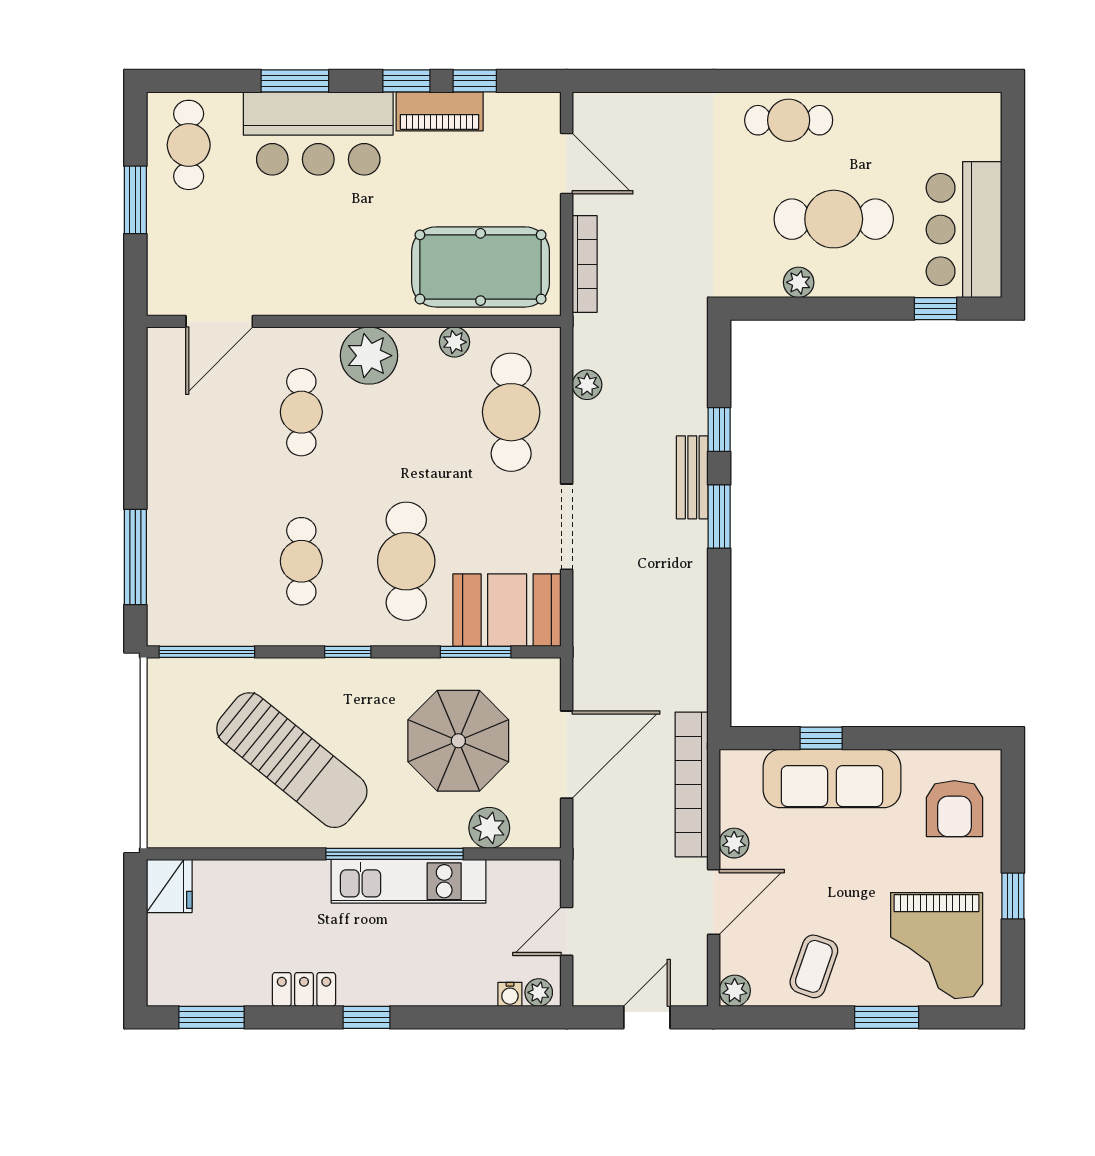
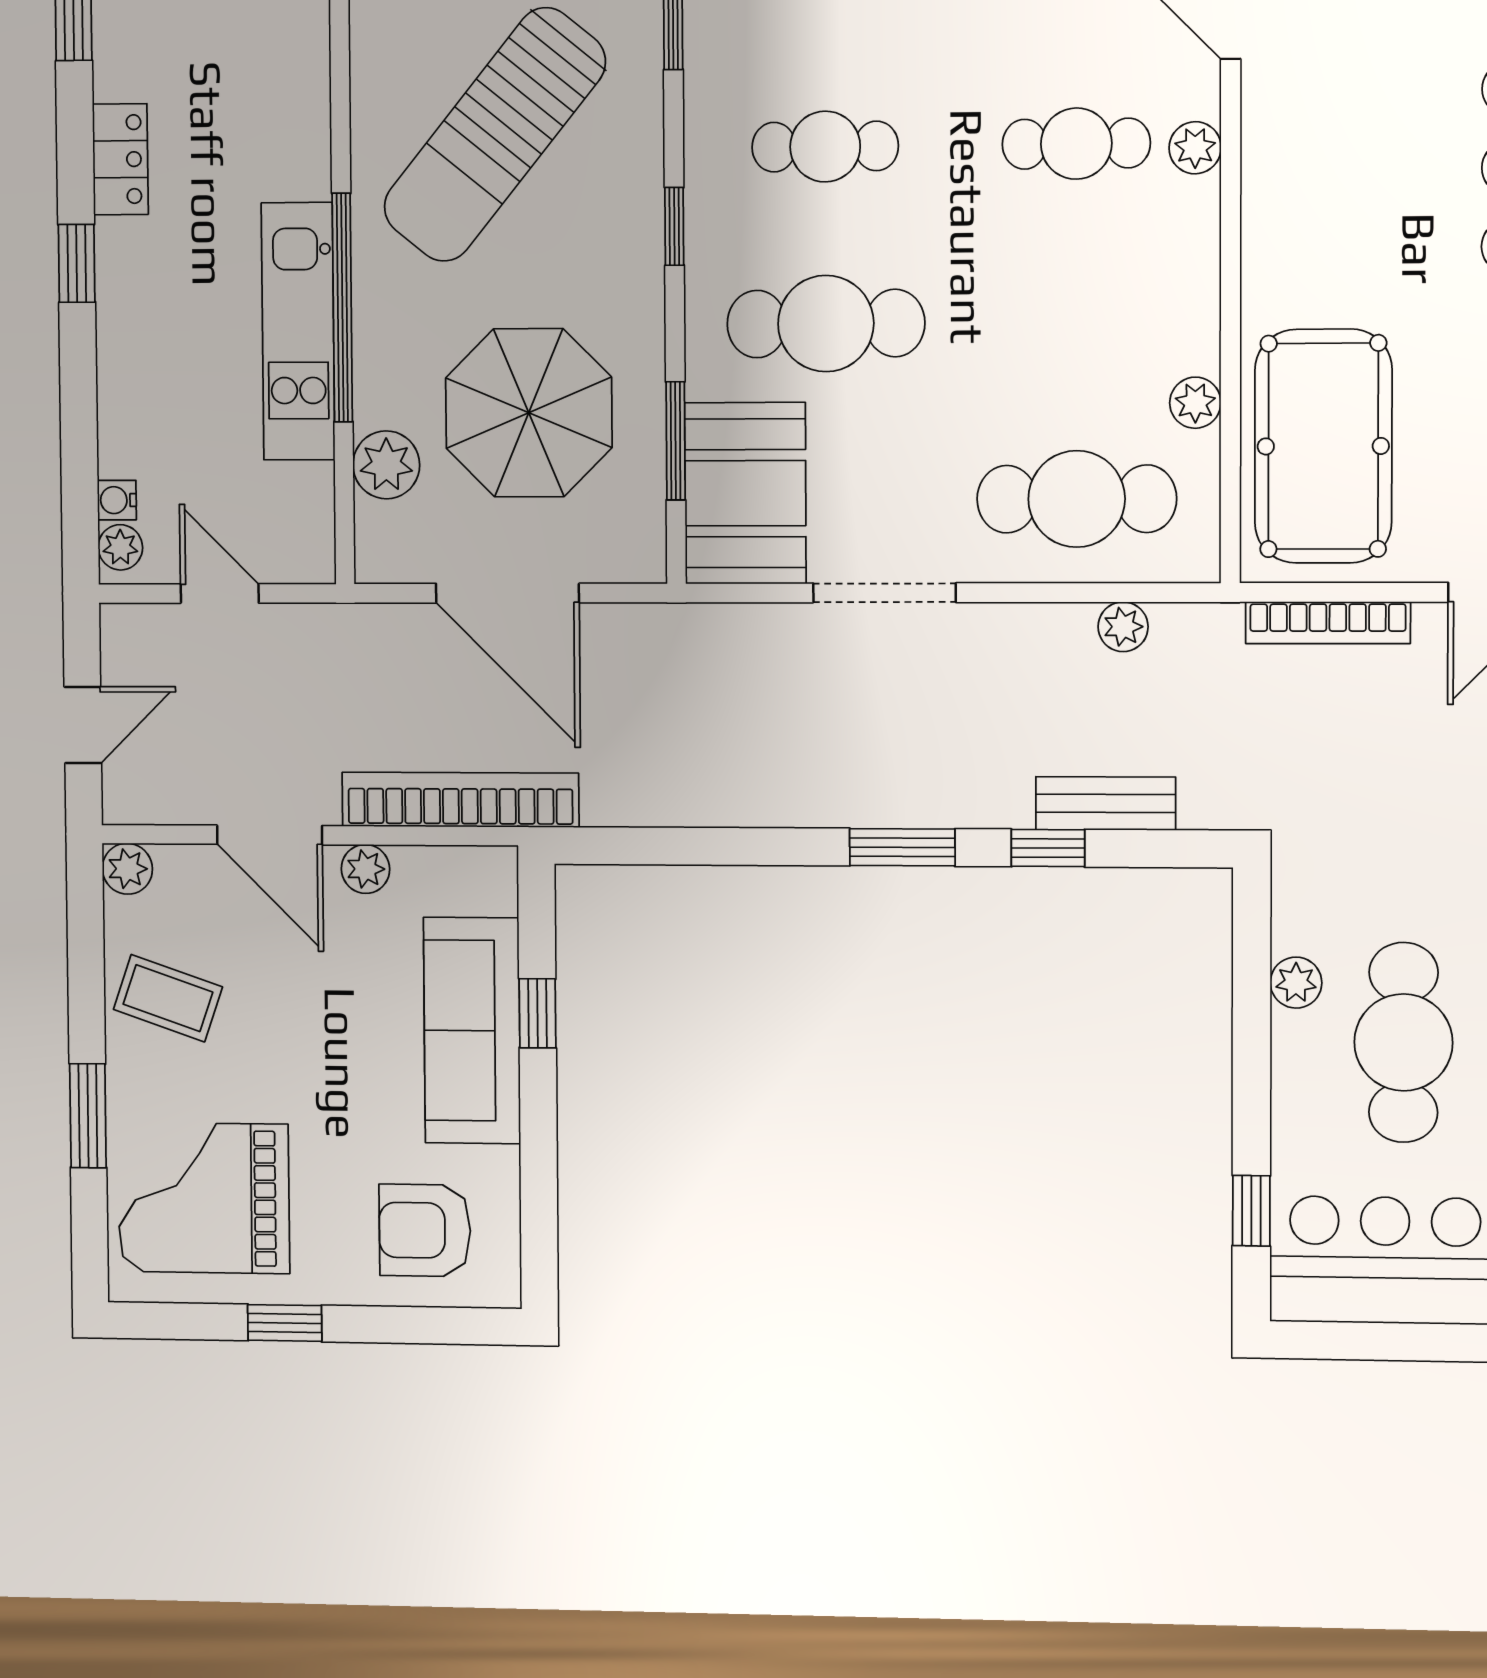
plant: (369, 356) -> (1195, 148), moved, width x0.53, depth x0.53
bench: (692, 477) -> (1106, 803), moved
door: (647, 1017) -> (83, 725), hinge flipped

